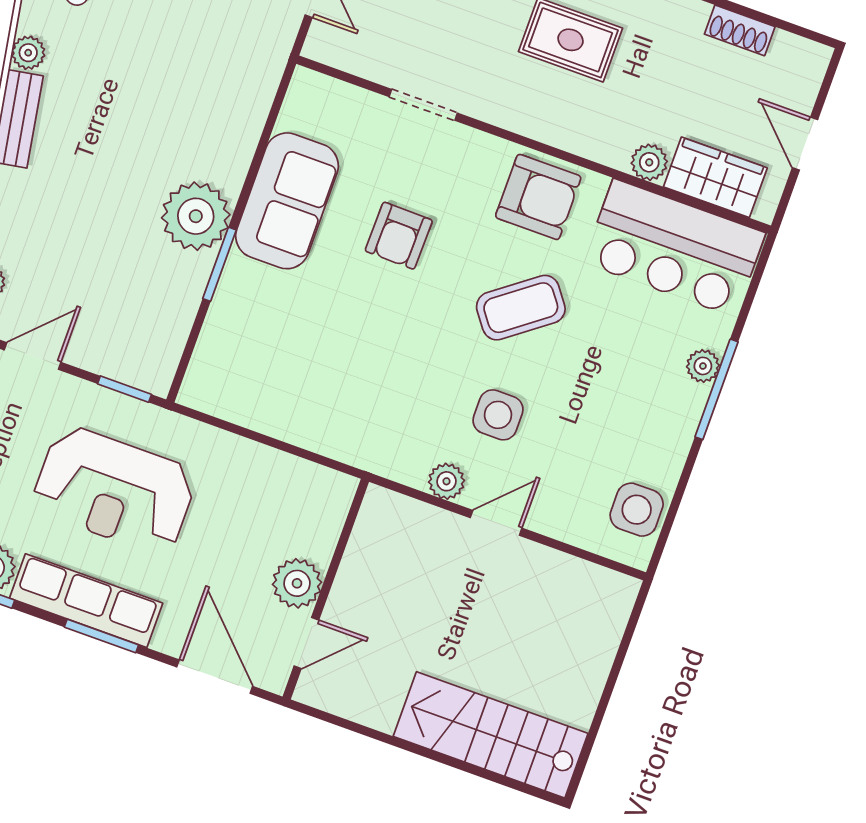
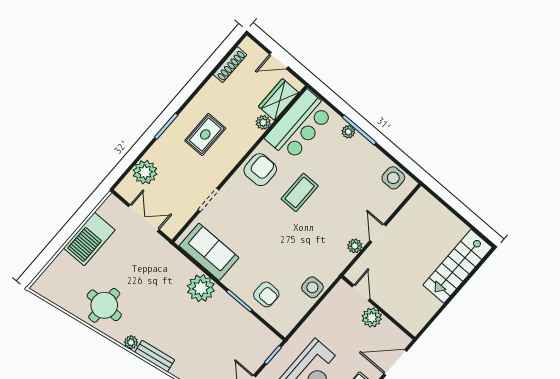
shoe rack: (740, 30) -> (230, 65), width x1.43
sofa: (287, 201) -> (209, 252), moved
plant: (196, 216) -> (201, 288), moved
armchair: (399, 236) -> (266, 294), moved
coffee table: (521, 308) -> (300, 192), turned 37
side table: (498, 415) -> (312, 287), moved
door: (306, 643) -> (361, 293), moved

